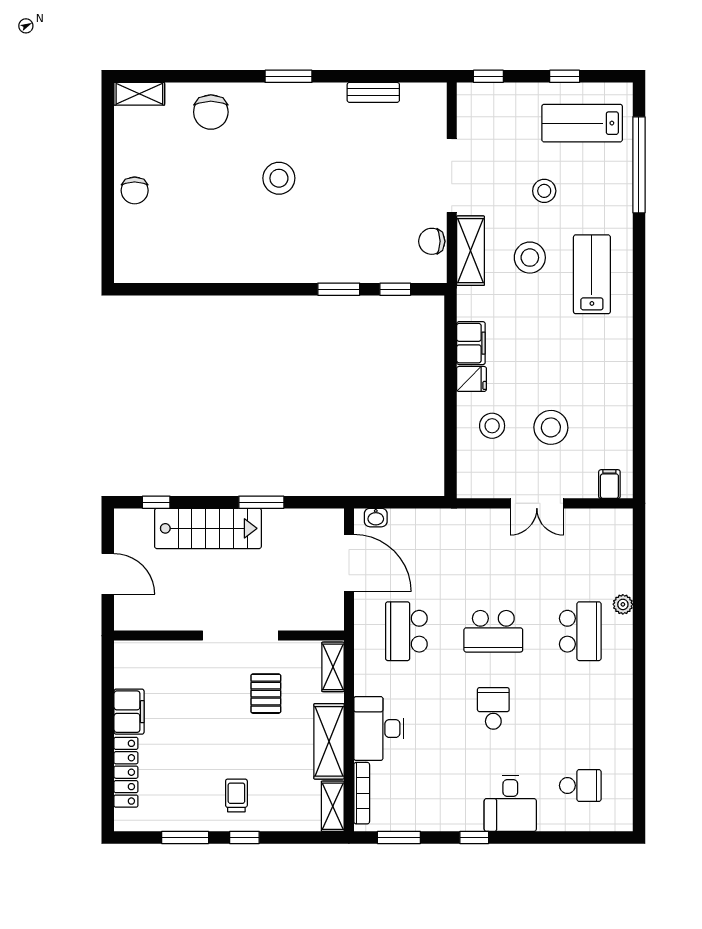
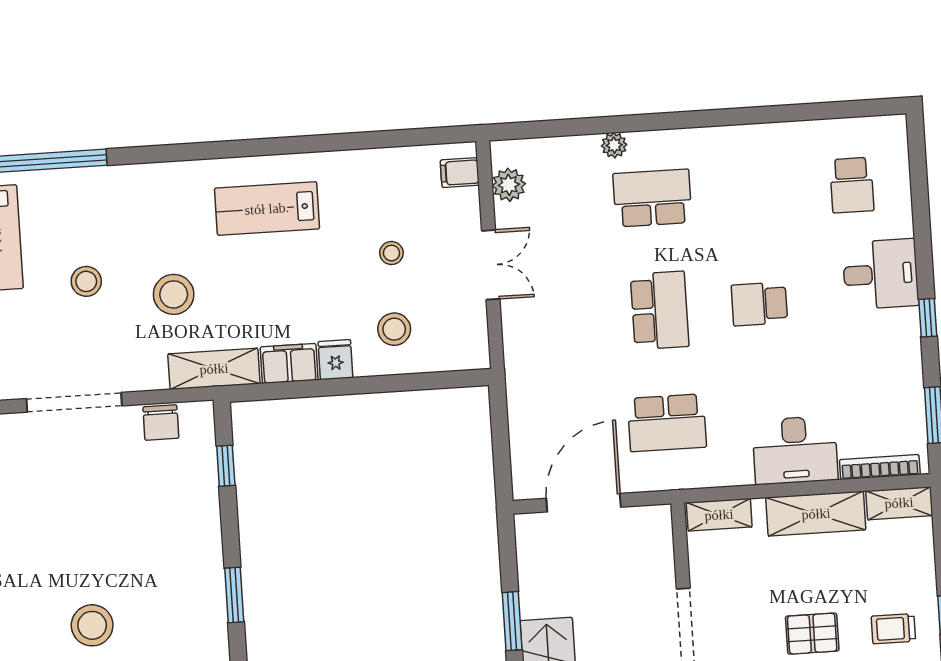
shelving: (471, 251) -> (214, 369), moved
lab bench: (592, 274) -> (267, 209), moved
window: (339, 289) -> (234, 595), moved
stool: (551, 427) -> (391, 253), width x0.53, depth x0.53
washbasin: (376, 518) -> (523, 472), removed
plant: (598, 521) -> (509, 185), added
pallet: (266, 694) -> (812, 634), moved
school desk: (580, 785) -> (852, 185), turned 180

